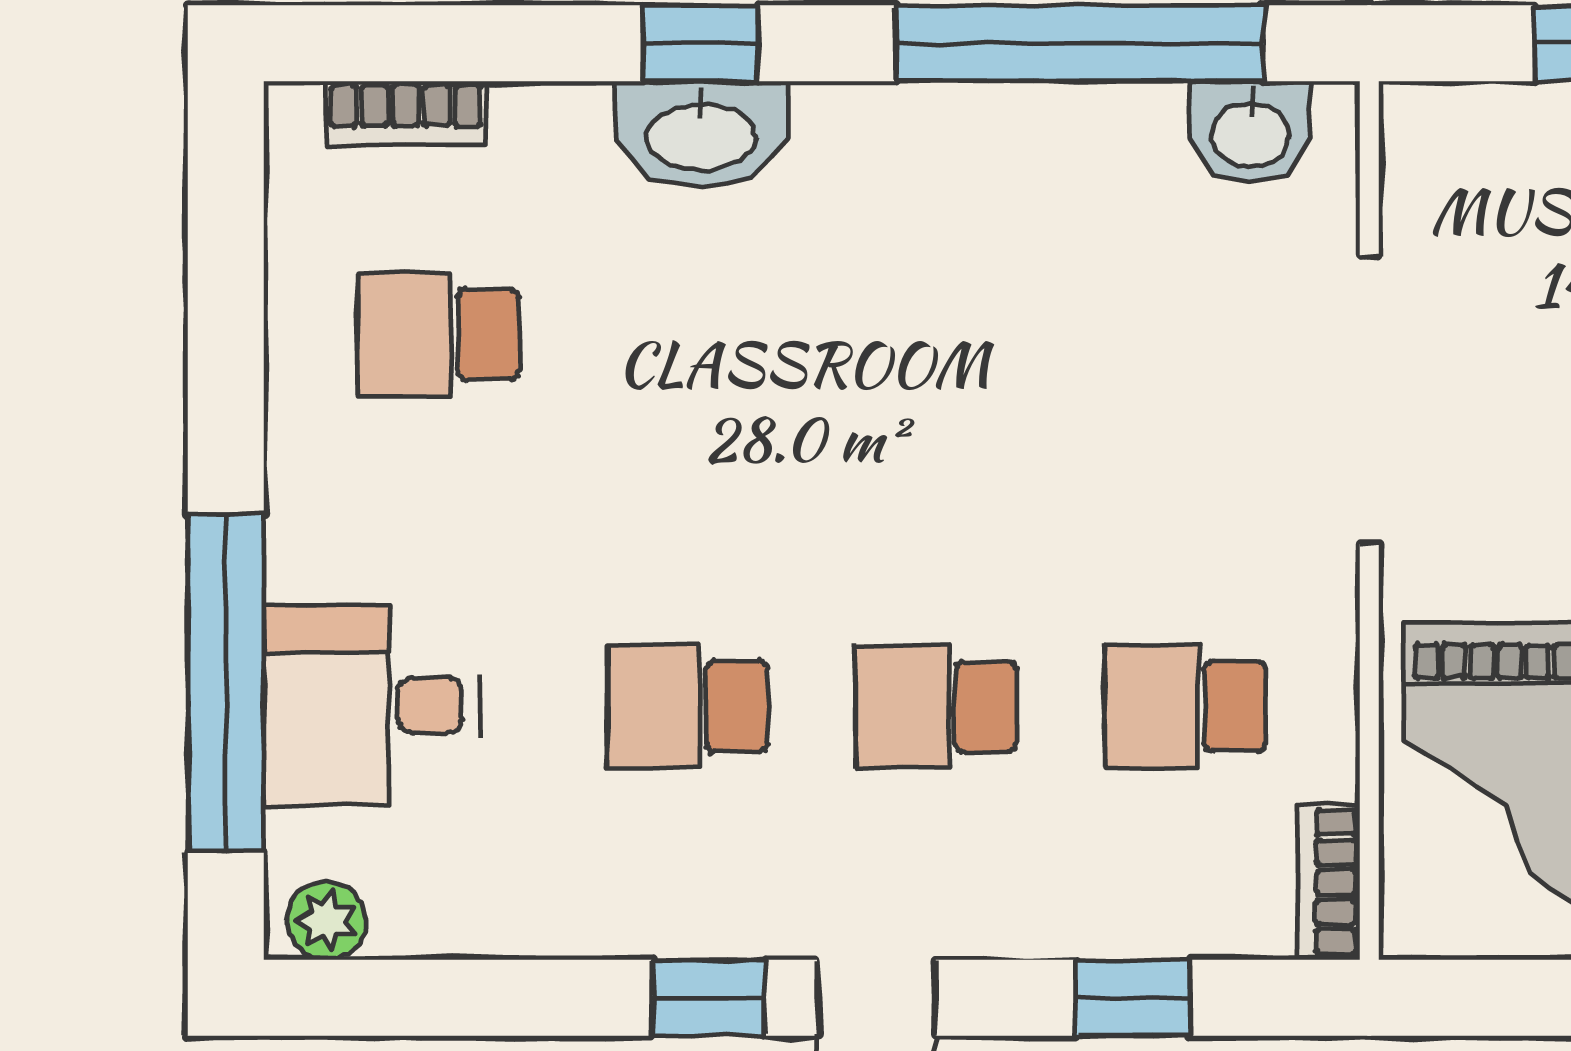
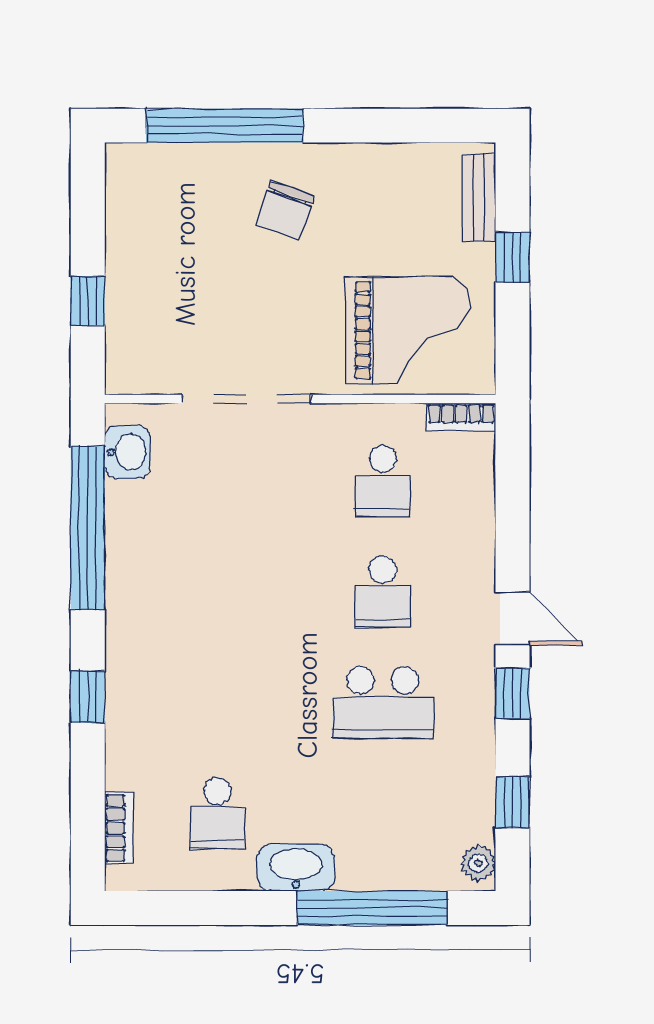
washbasin: (701, 134) -> (296, 868), moved, turned -90
desk: (372, 705) -> (382, 843), removed
school desk: (687, 706) -> (383, 703), width x1.85
window: (1133, 998) -> (513, 802), moved

